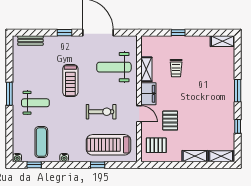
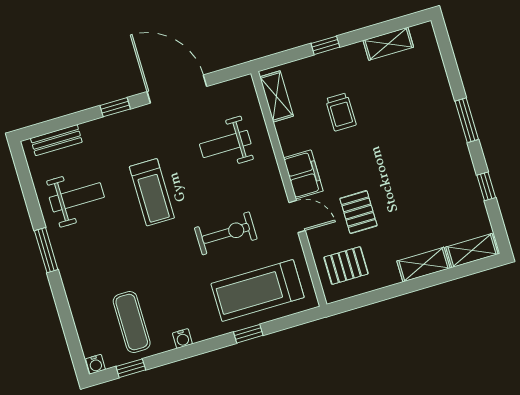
shelving: (222, 41) -> (388, 44), moved
weight bench: (114, 67) -> (225, 144), width x0.73, depth x0.75
shelving: (146, 69) -> (277, 96), moved
weight bench: (35, 103) -> (77, 197), moved

